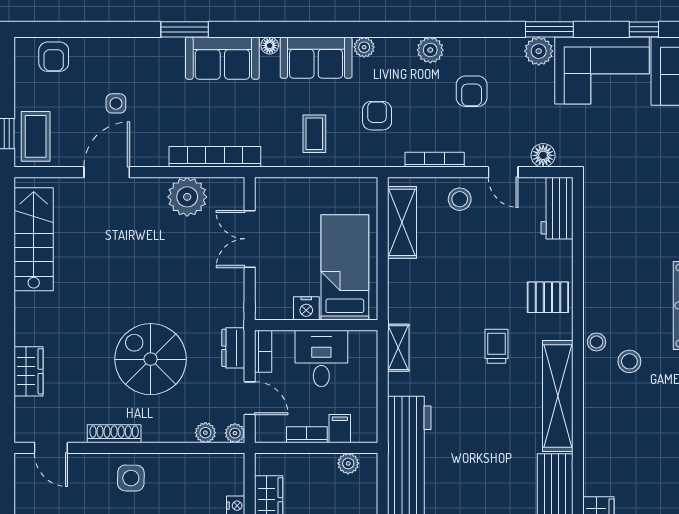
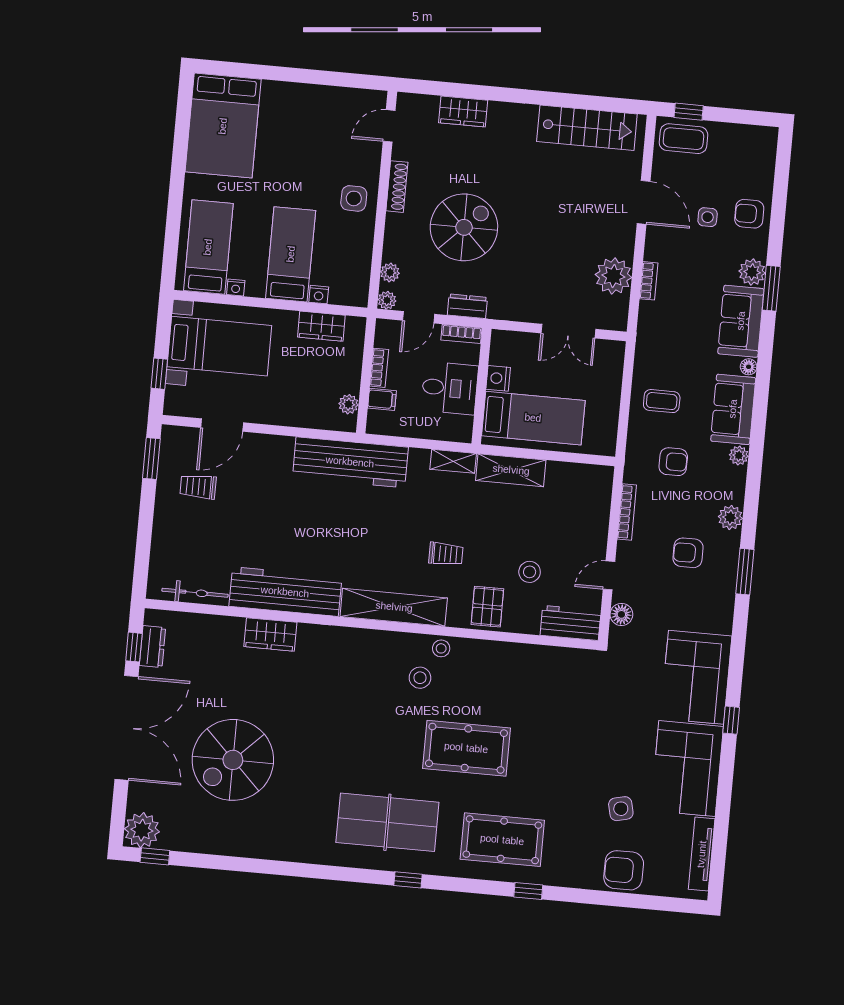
window: (549, 29) -> (745, 572), moved
plant: (539, 51) -> (752, 272), moved
armchair: (54, 57) -> (749, 214), moved
bookcase: (215, 157) -> (649, 281), width x0.43, depth x0.76
stool: (460, 199) -> (530, 572), moved
shelving: (402, 222) -> (511, 470), moved
double door: (250, 239) -> (568, 331), swing flipped

